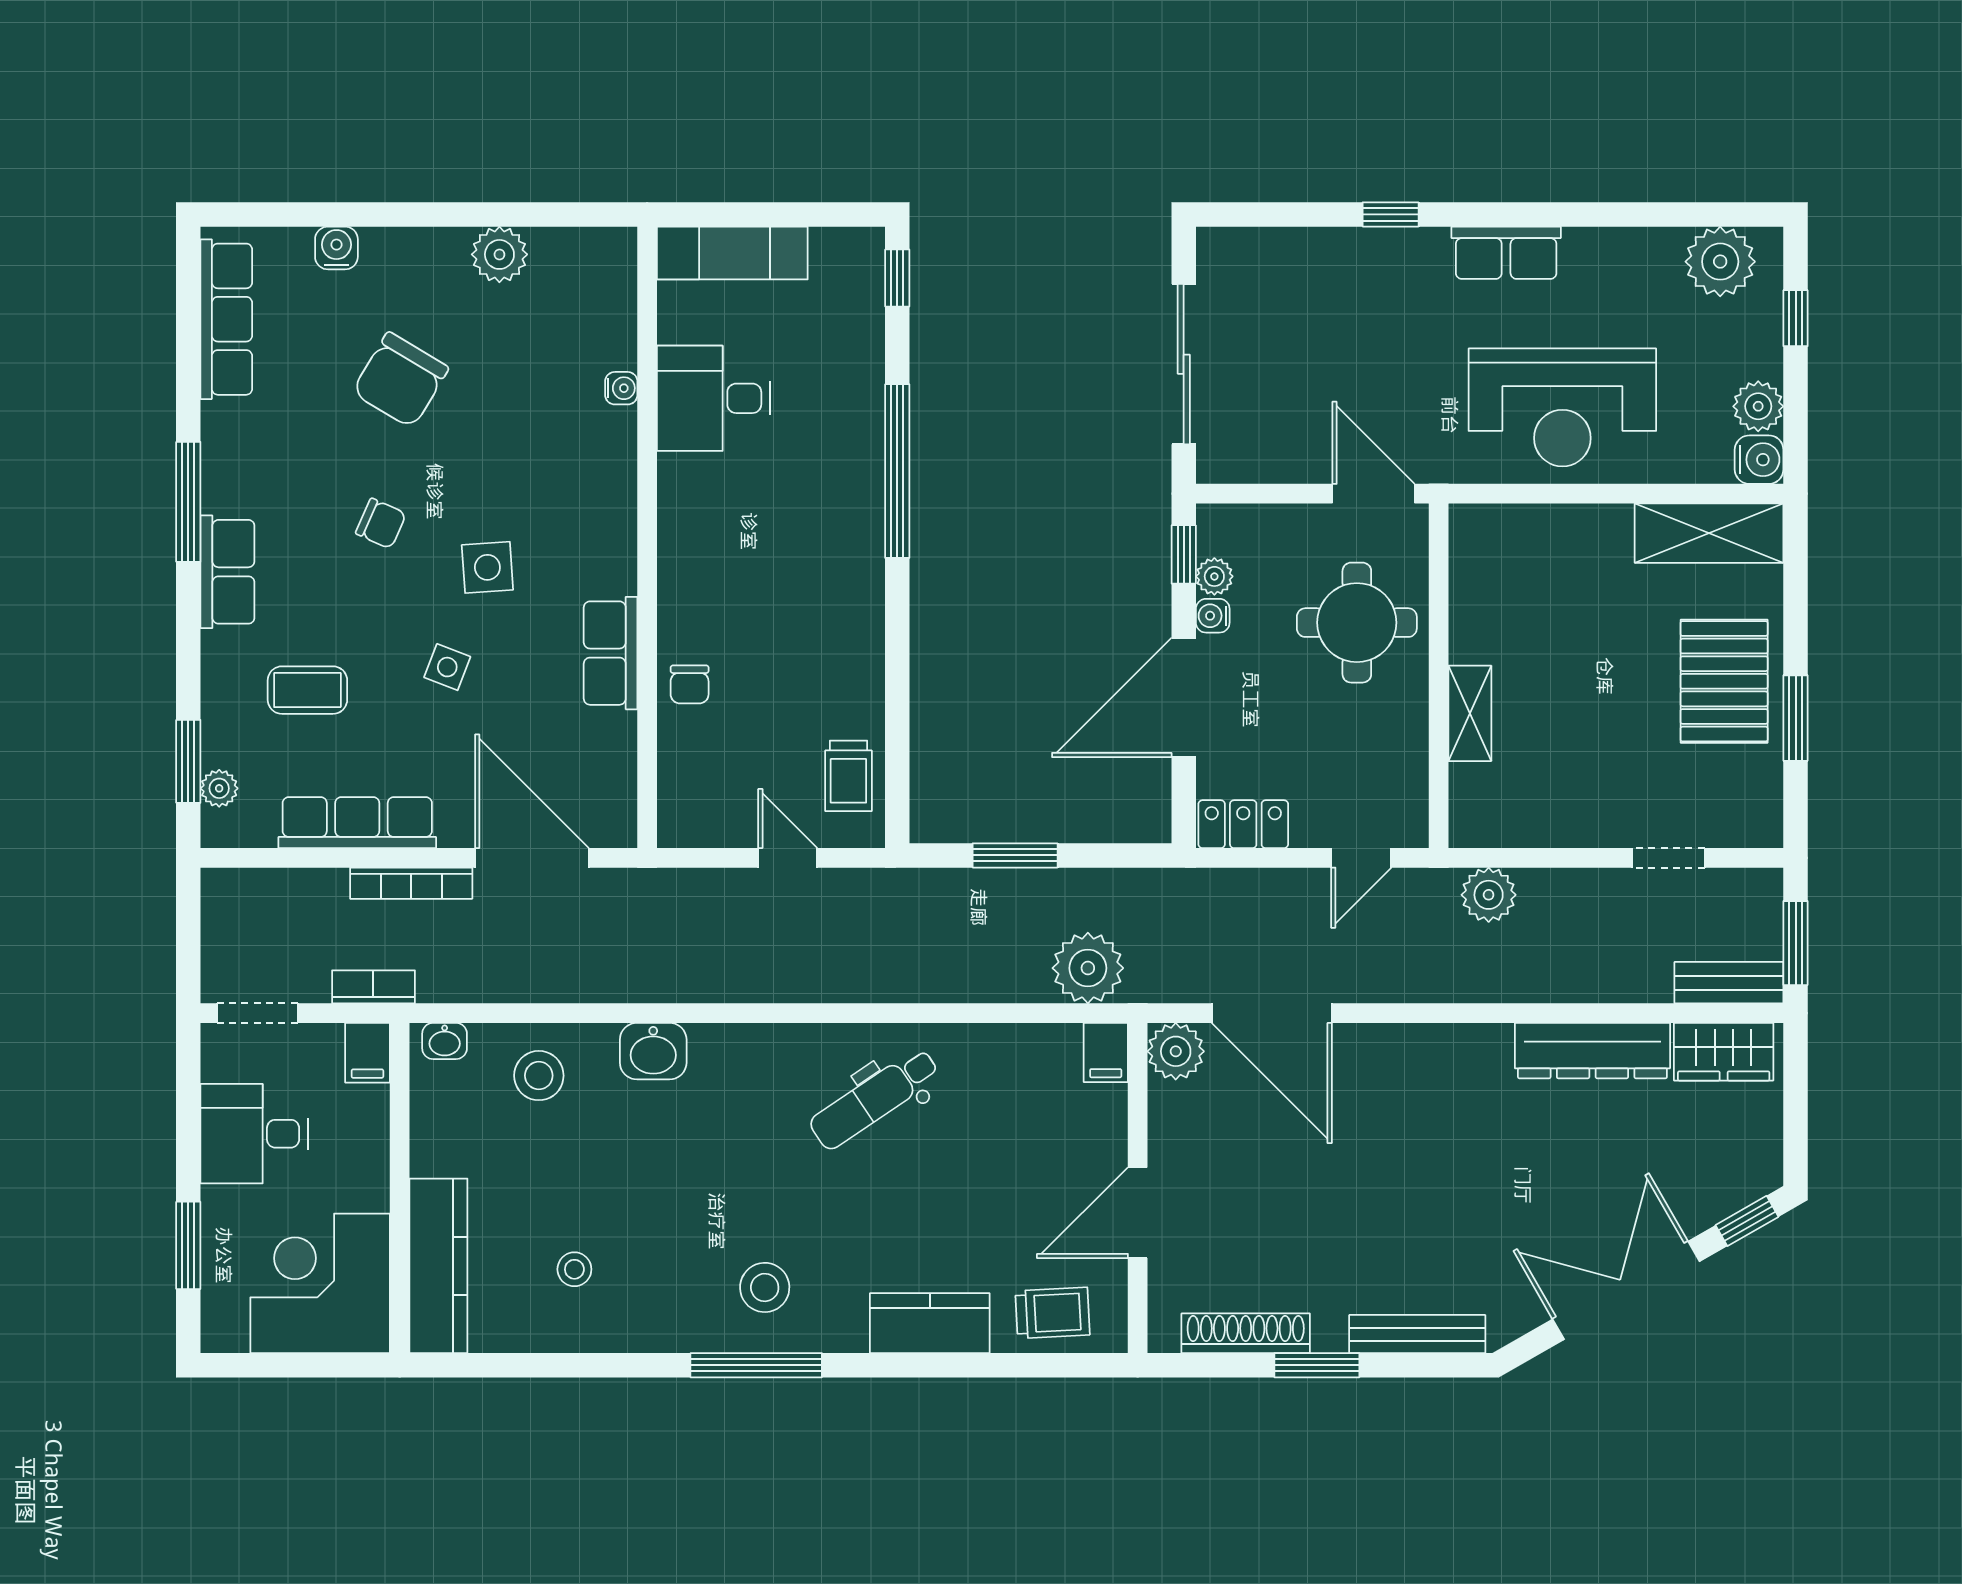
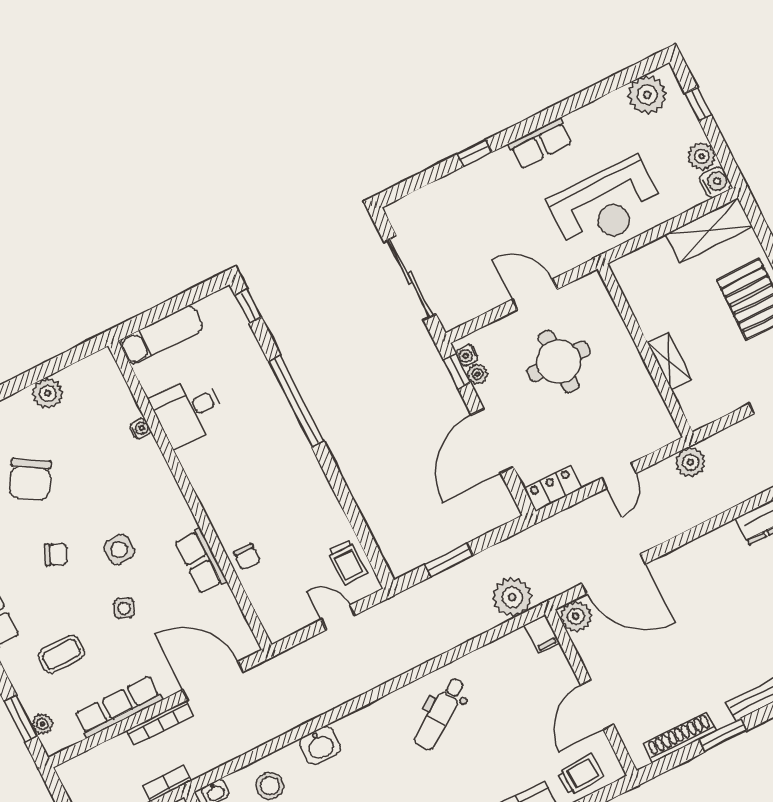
water cooler: (1213, 616) -> (467, 355), moved
wall: (1439, 676) -> (645, 350), moved
shelving: (1470, 713) -> (670, 361), moved

